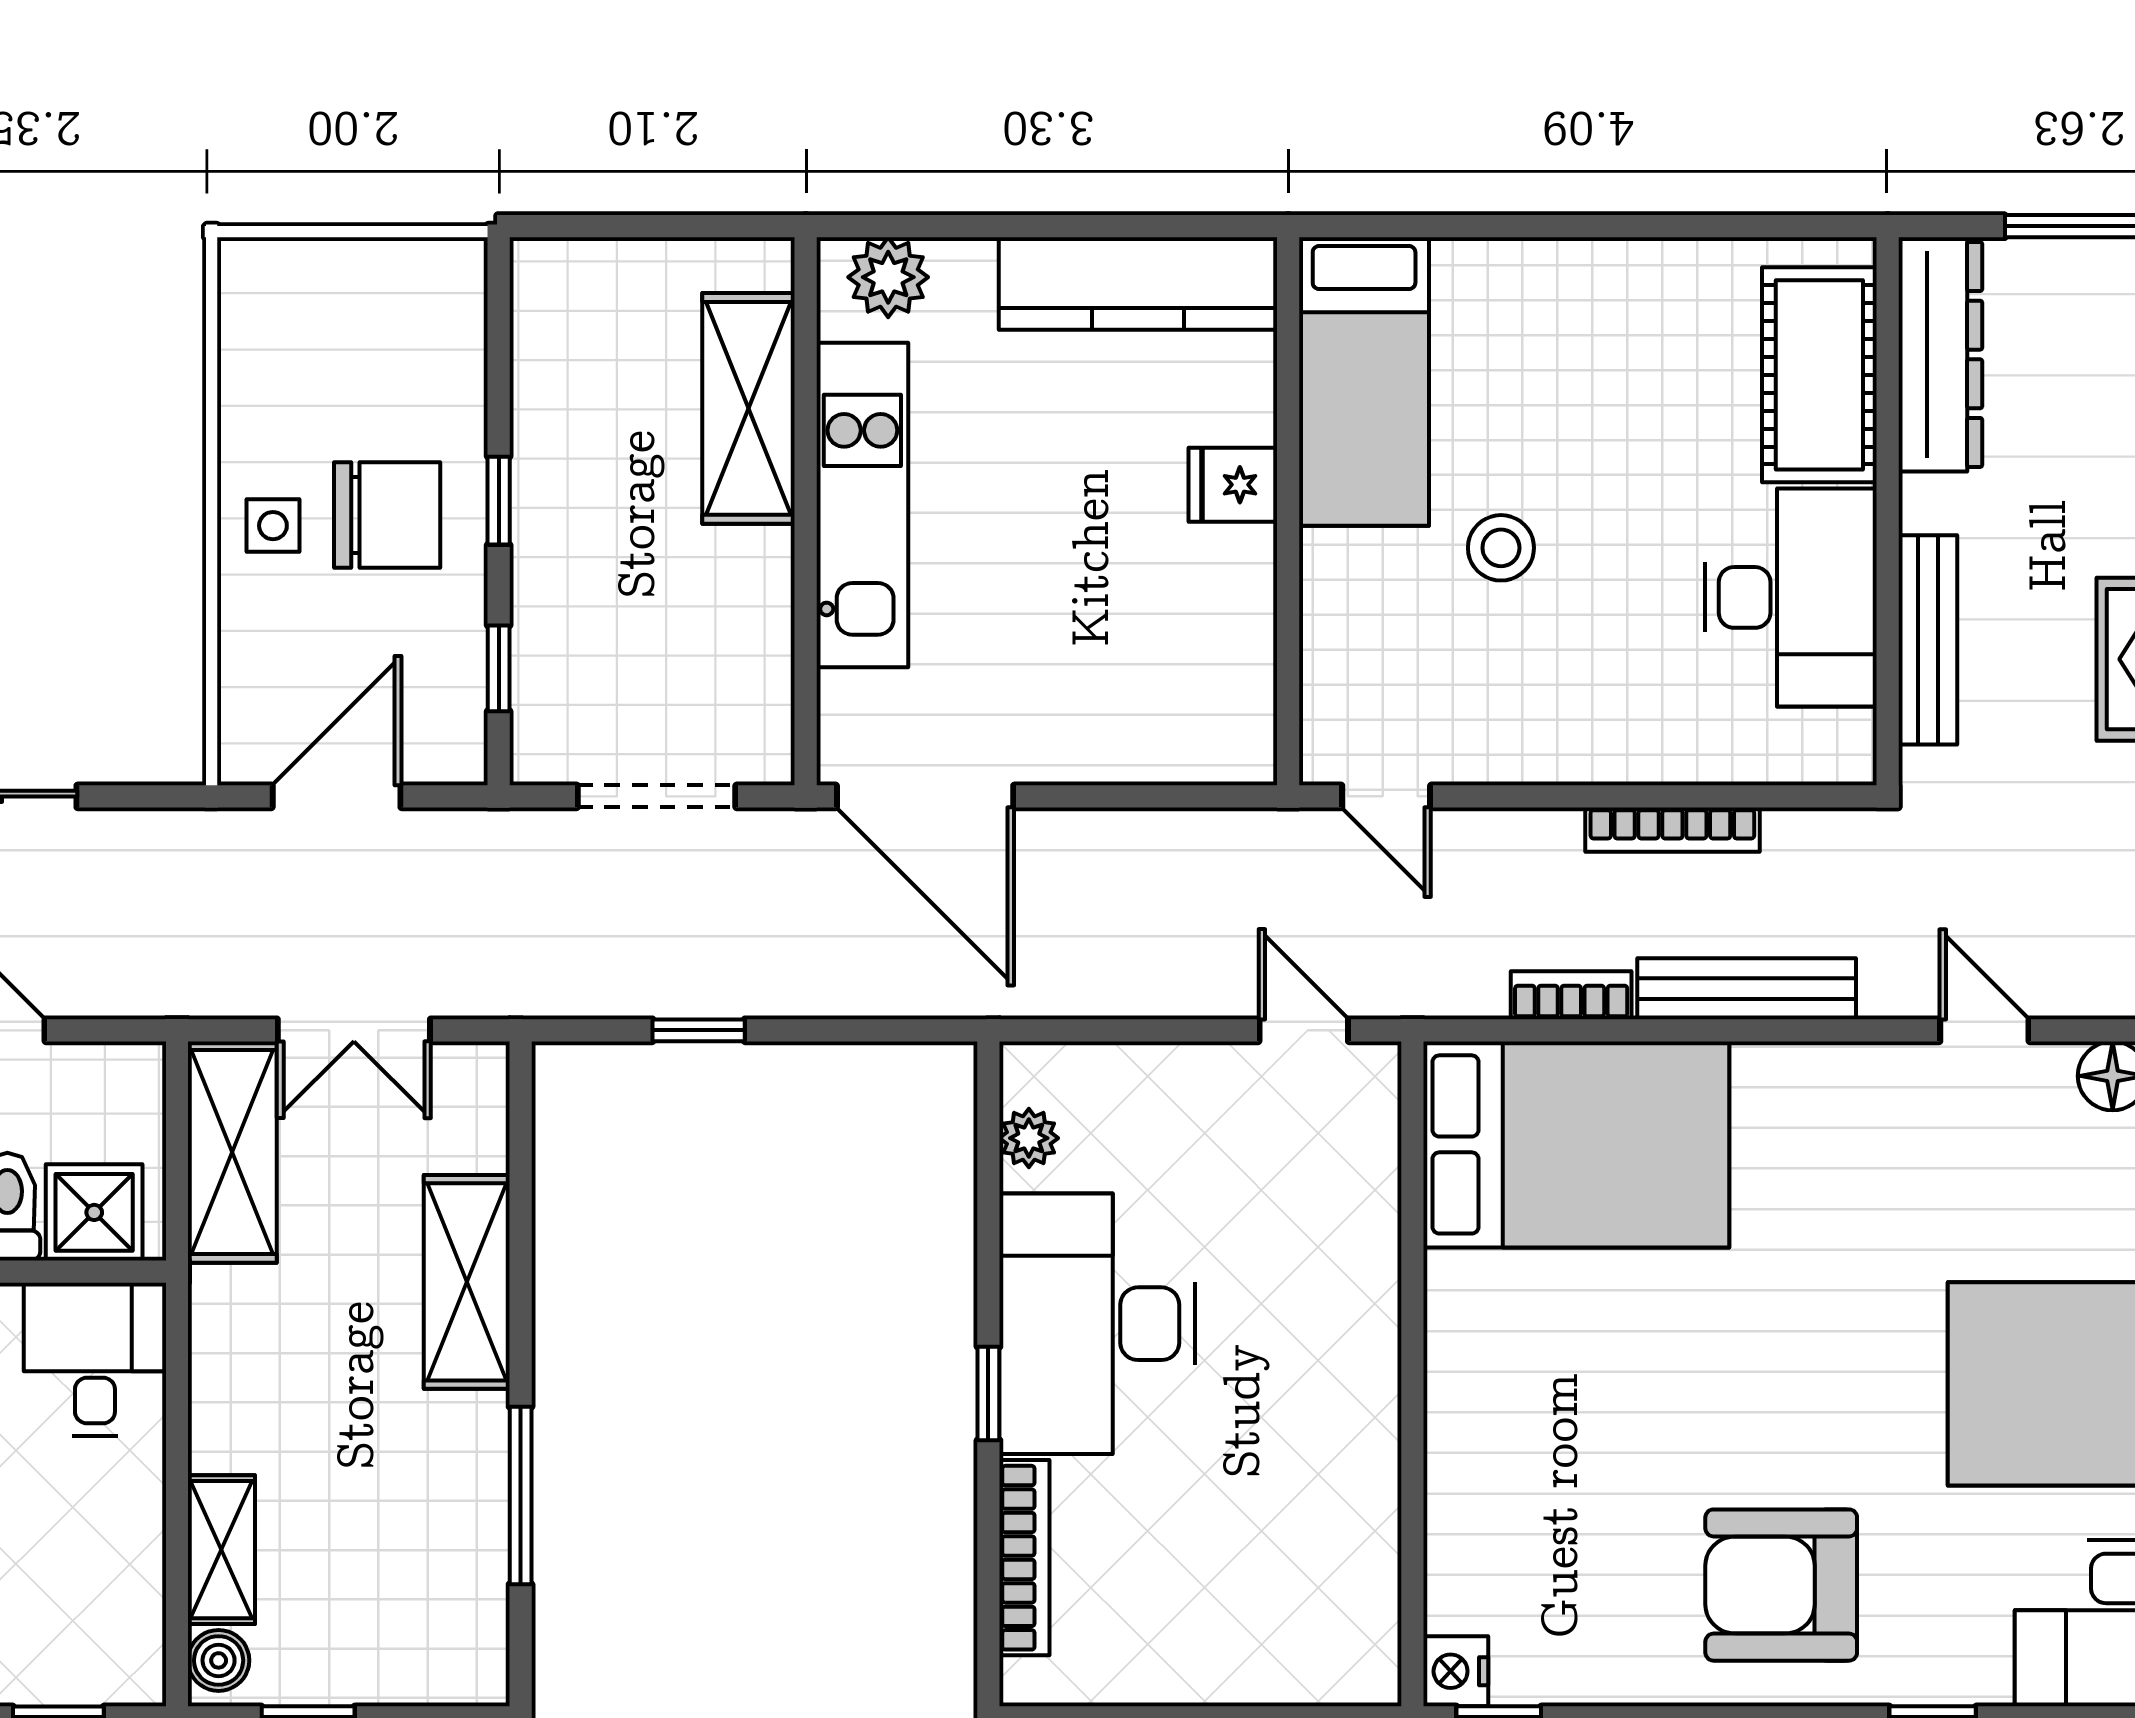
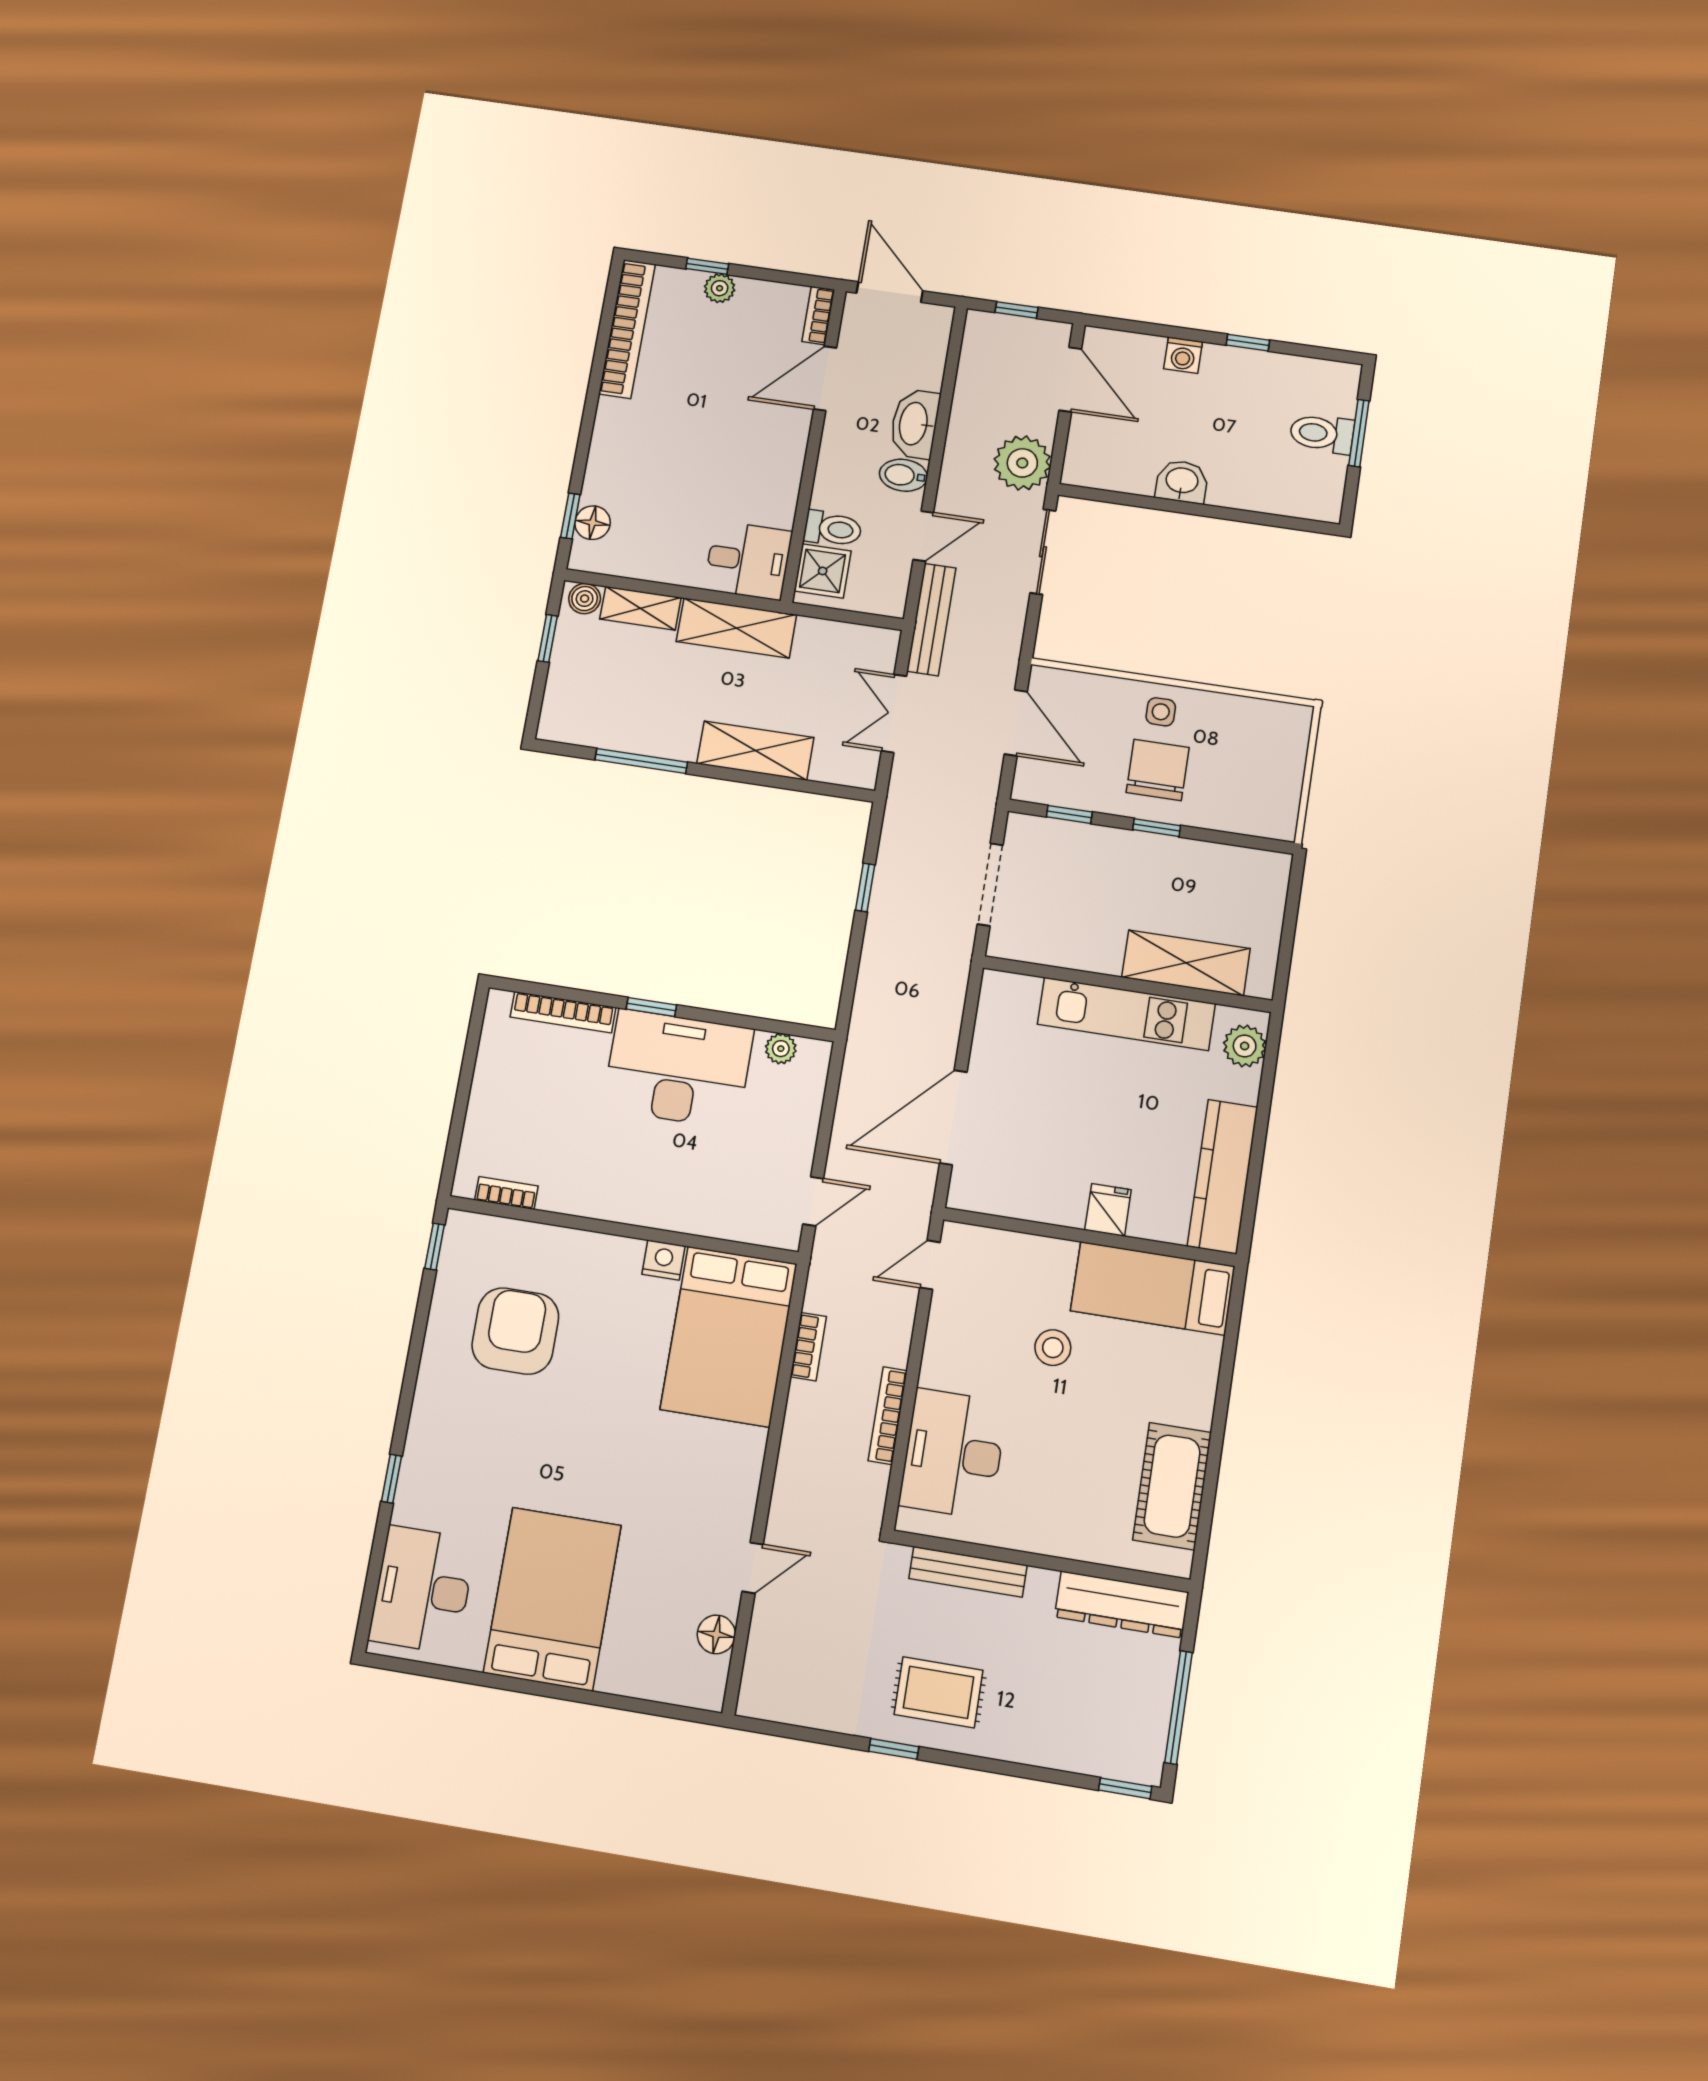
cot: (1819, 375) -> (1172, 1486), moved, turned 90
chair: (387, 515) -> (1158, 770), turned 180
desk: (1791, 597) -> (953, 1454), moved, turned 90
door: (925, 796) -> (953, 1117), moved
bench: (1747, 989) -> (931, 620), moved
shelving: (232, 1152) -> (736, 628), moved
armchair: (1781, 1585) -> (515, 1331), moved
bookcase: (1379, 1602) -> (506, 1193), added
nightstand: (1456, 1671) -> (663, 1260), moved
floor lamp: (65, 1672) -> (593, 523), added

